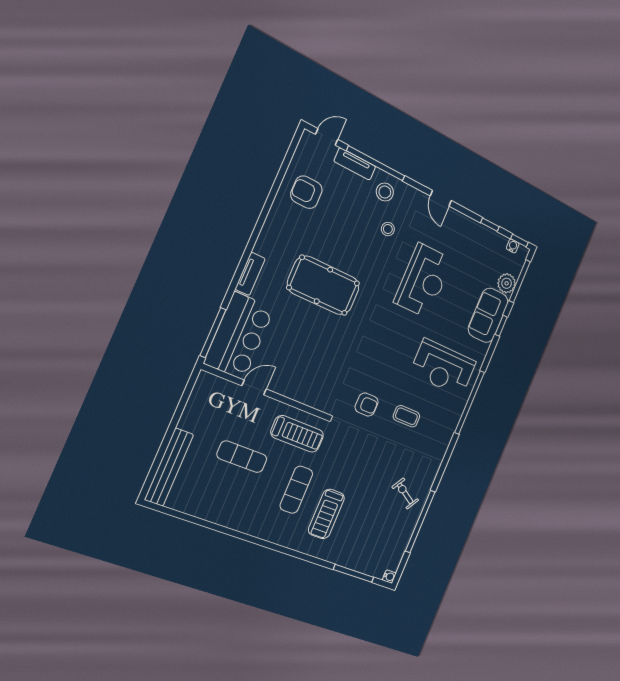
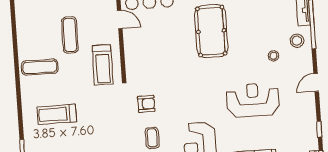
reception desk: (423, 281) -> (253, 100), turned 180
armchair: (367, 405) -> (146, 104), turned -90
exercise mat: (296, 490) -> (40, 67), moved

